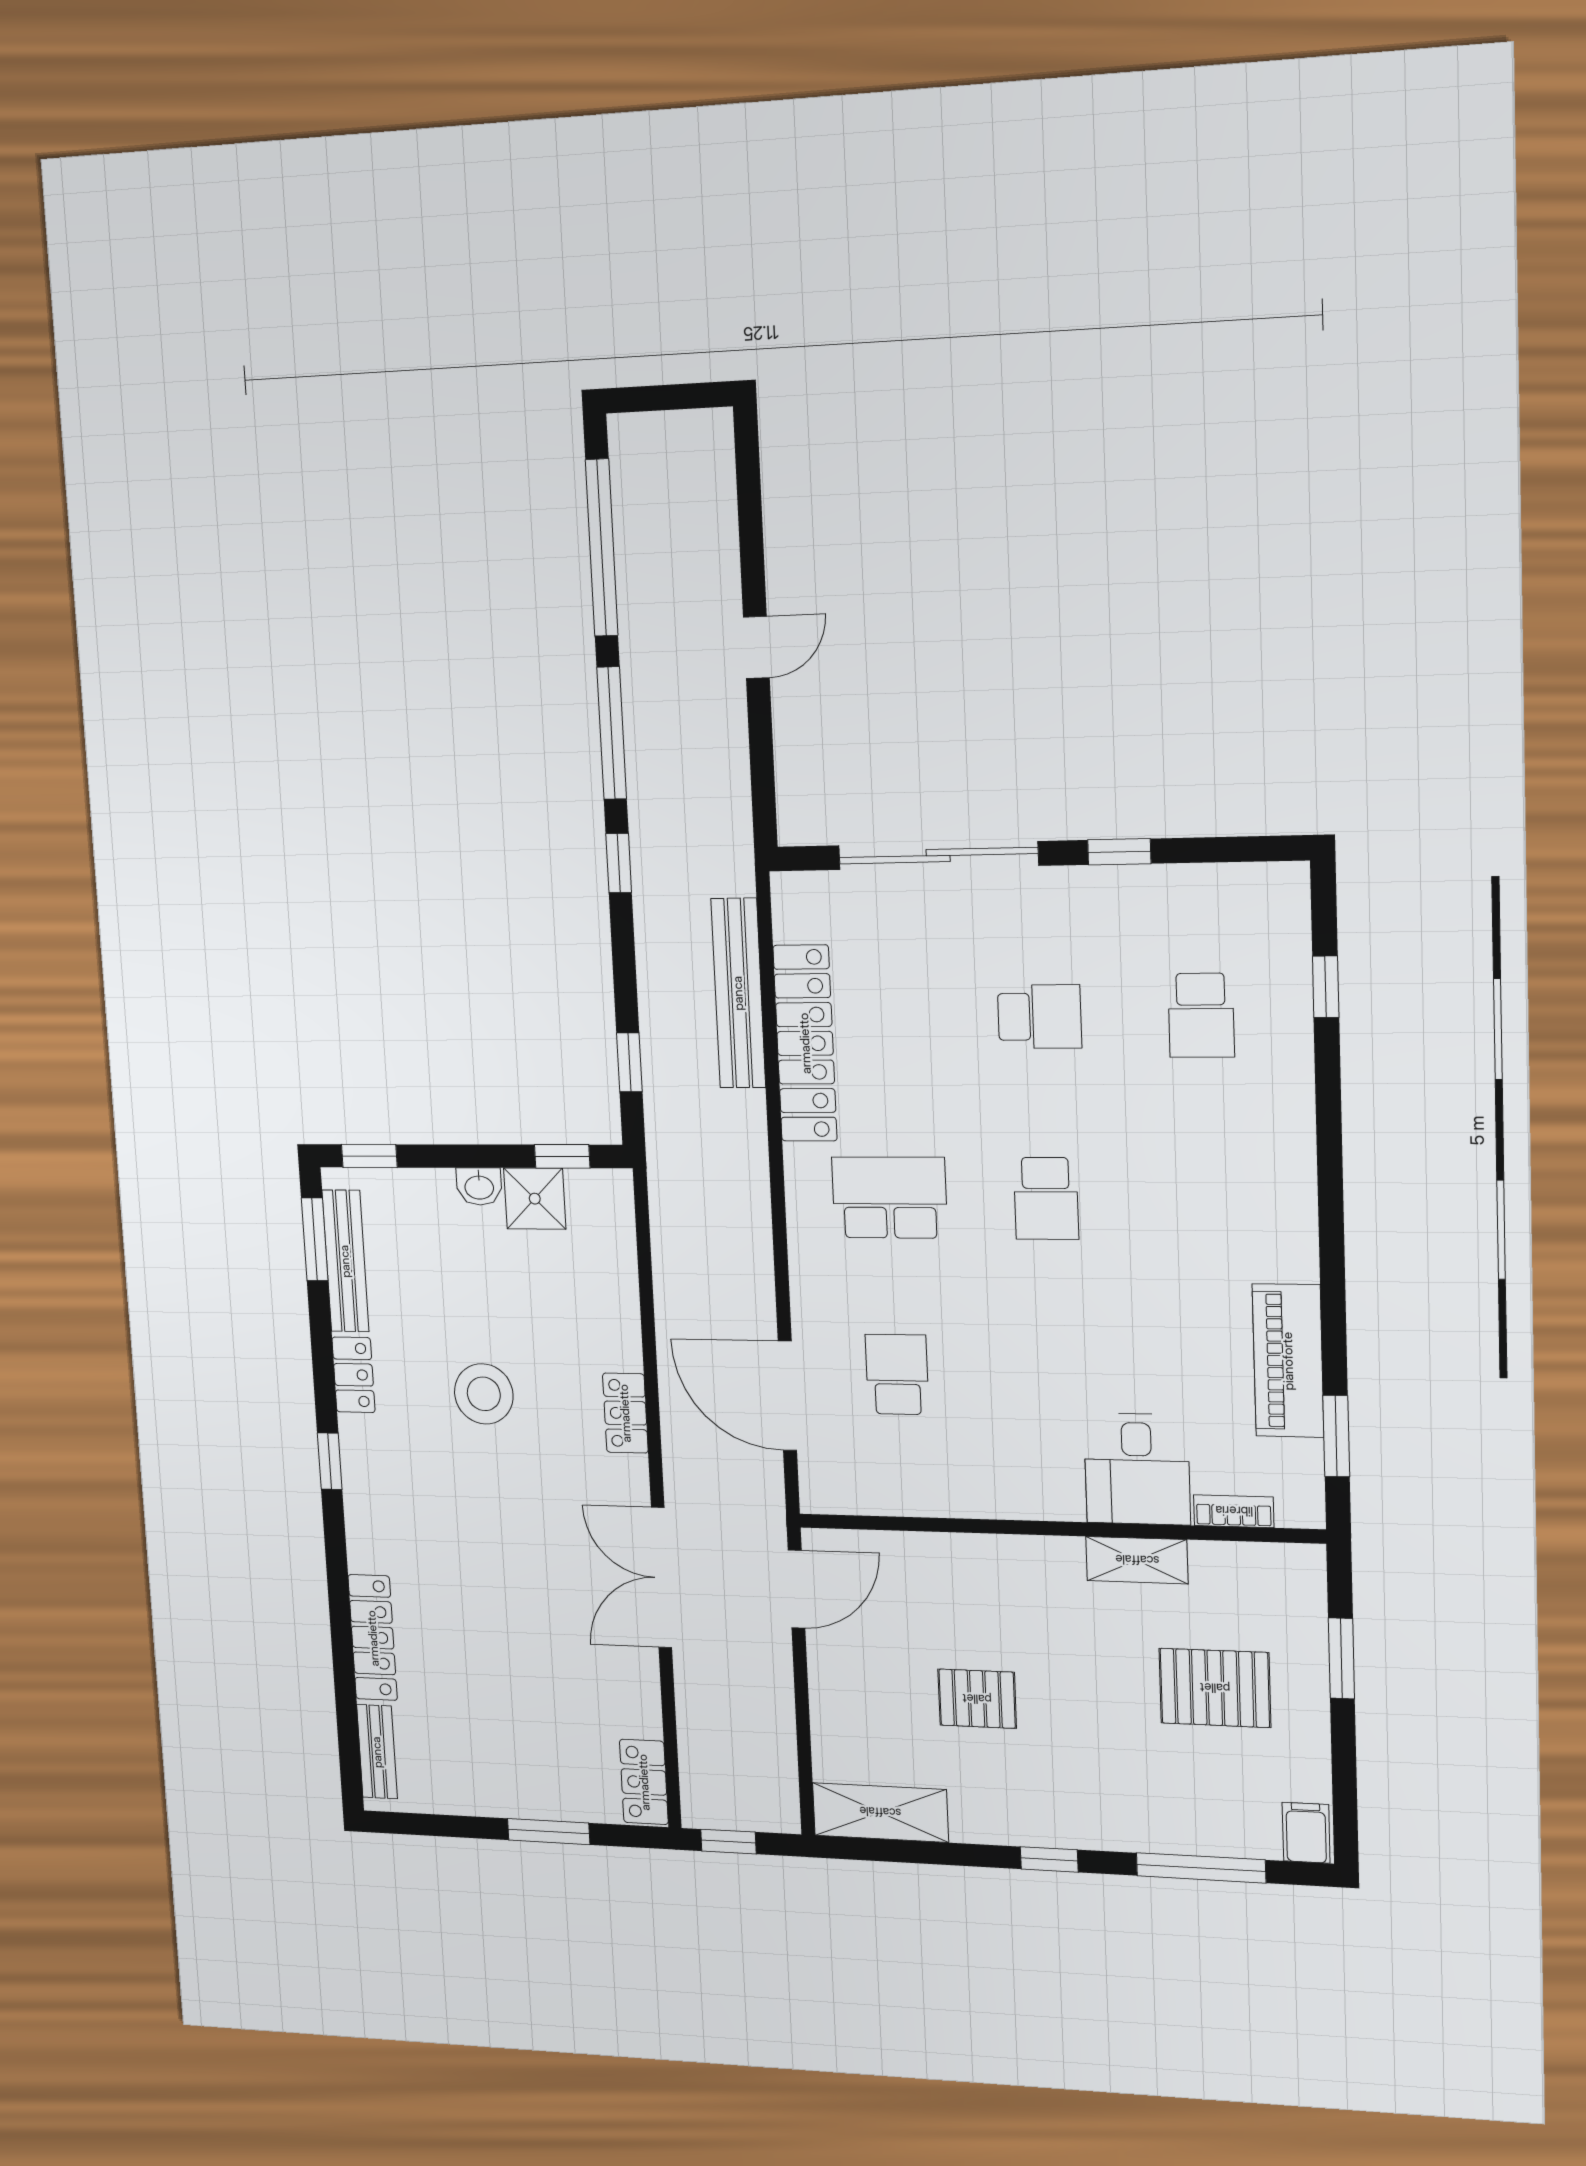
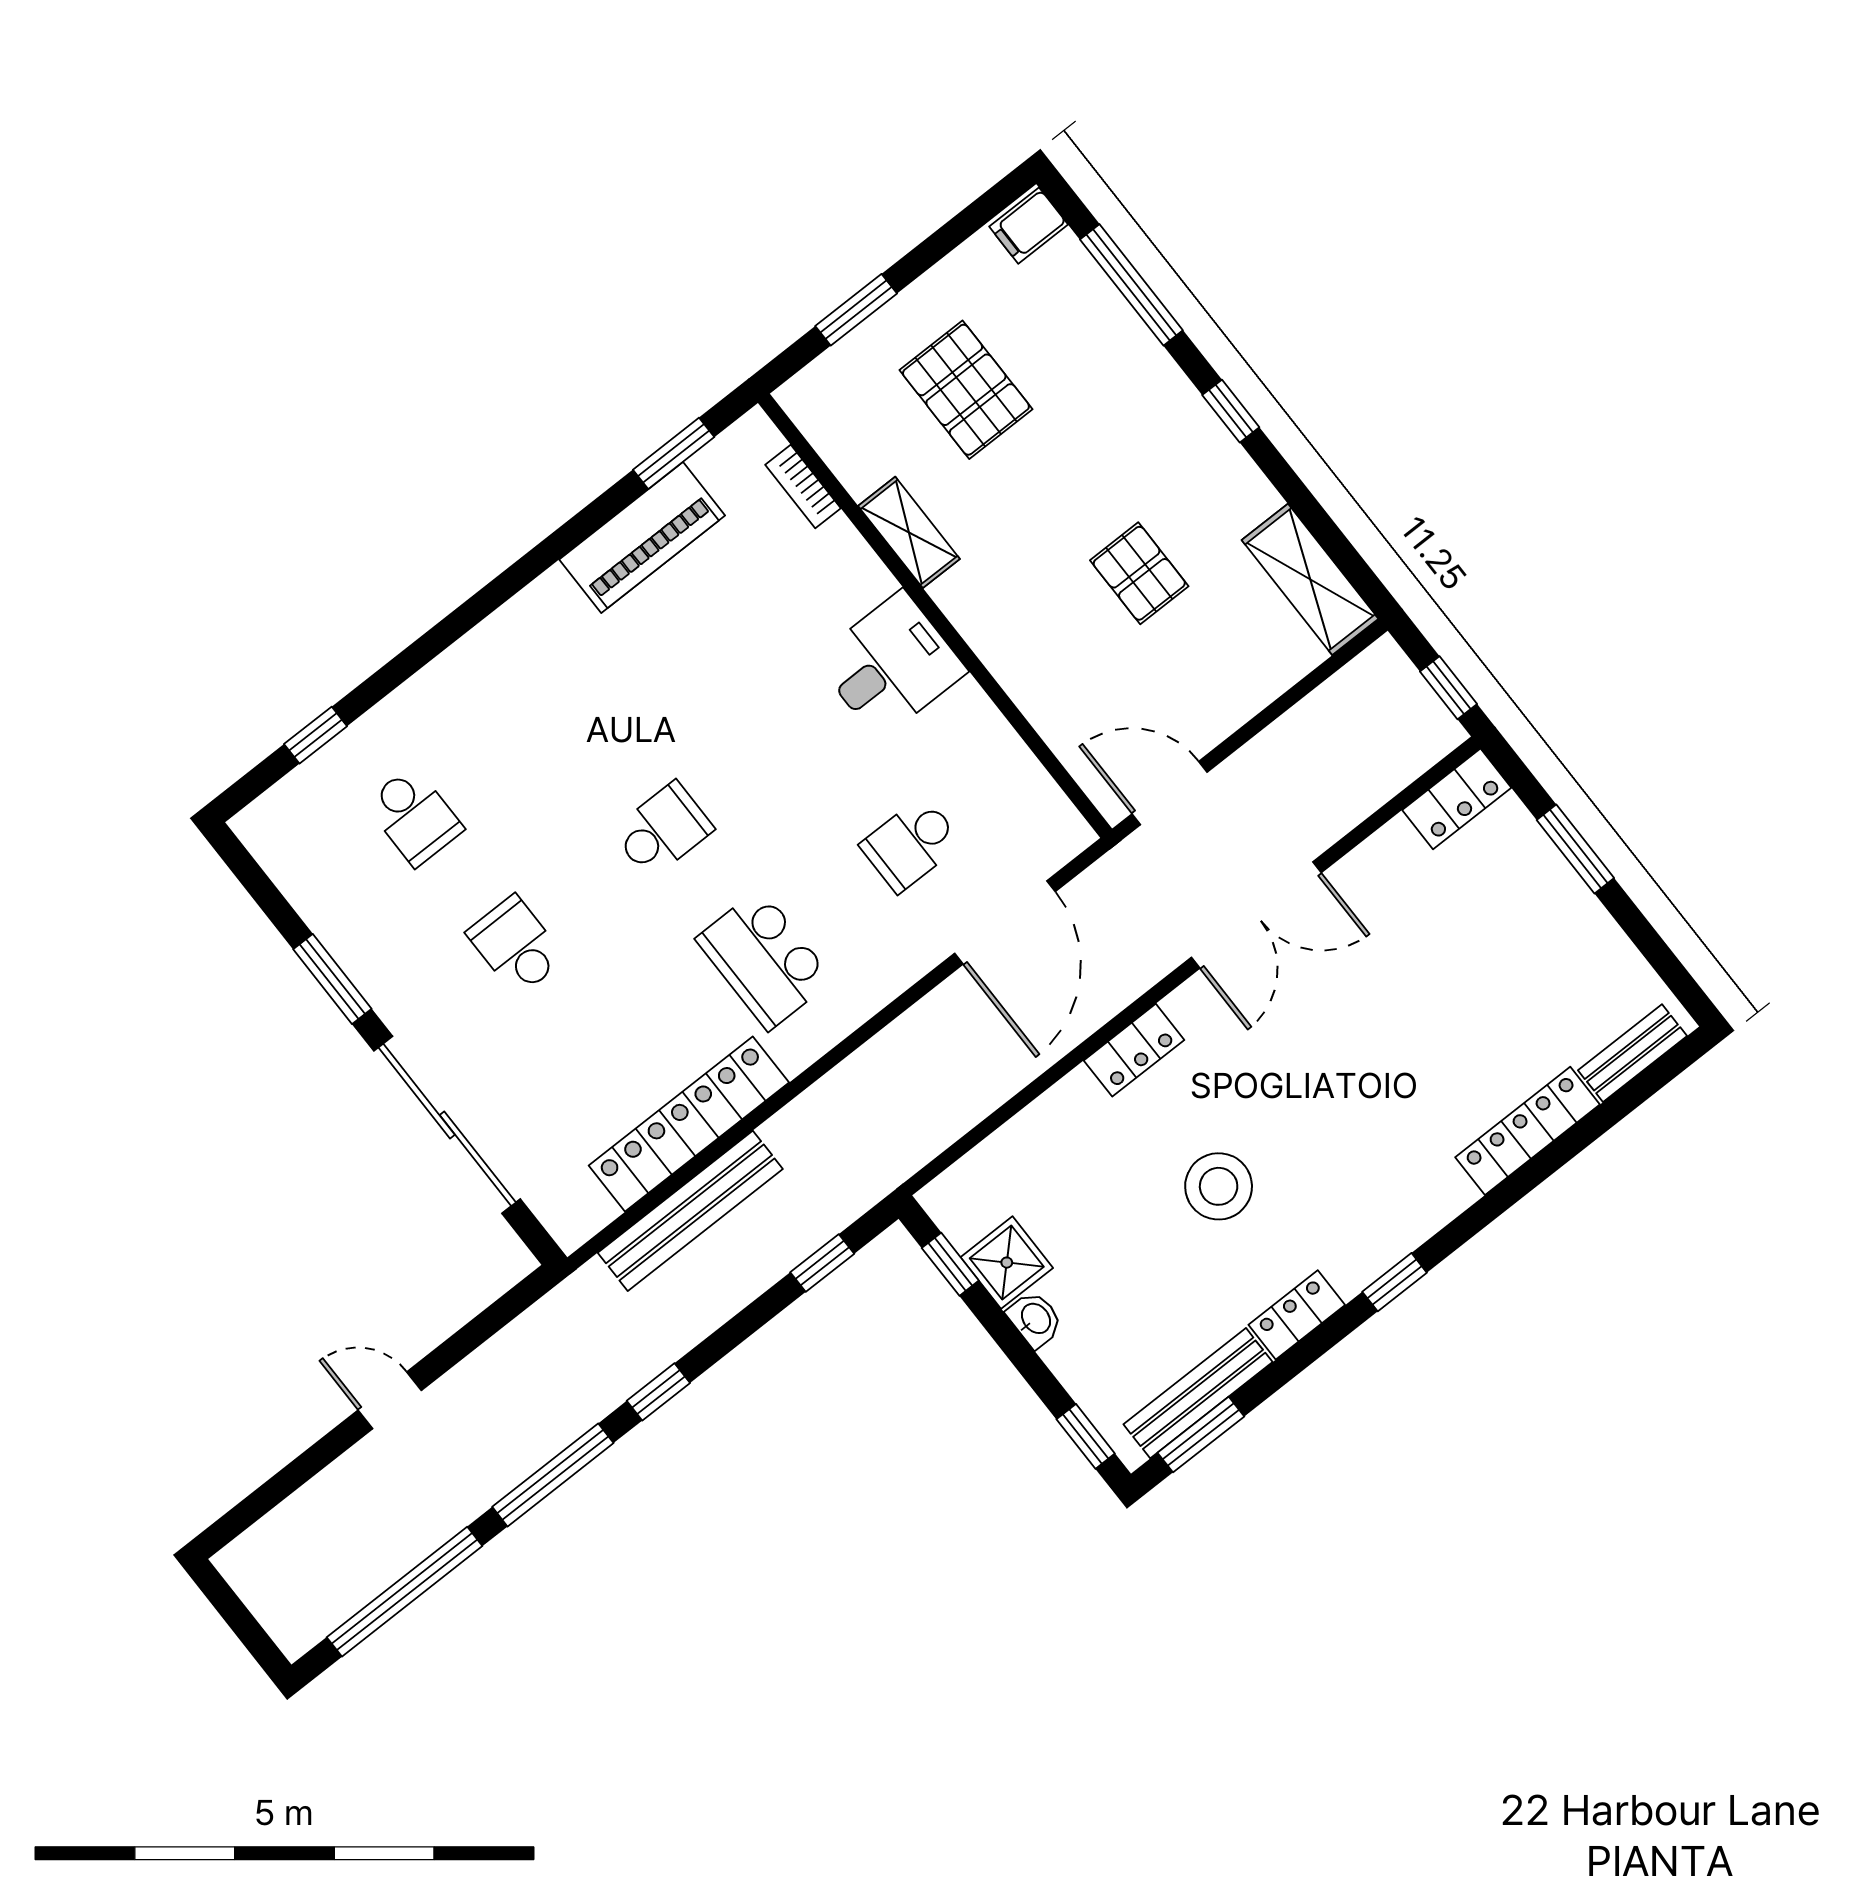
window: (1119, 852) -> (332, 979), width x1.50
school desk: (1201, 1015) -> (414, 816), turned 90
desk: (1137, 1469) -> (891, 665), moved

